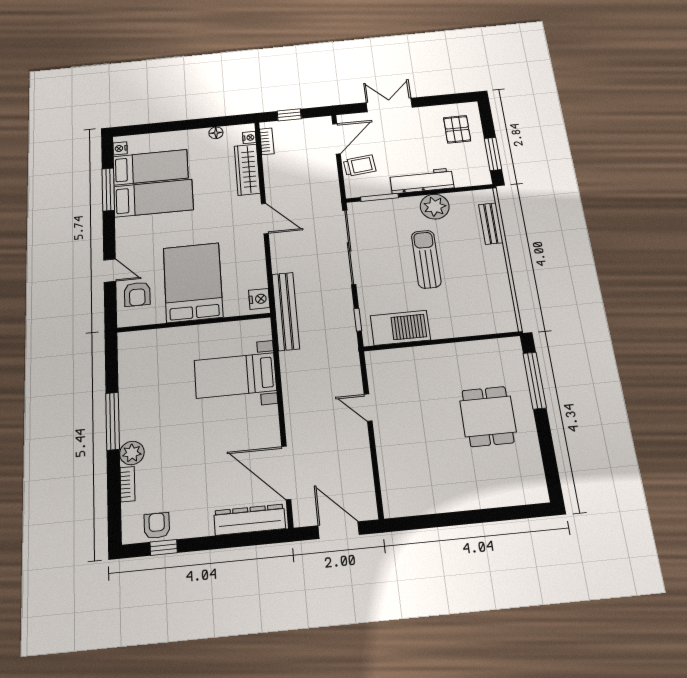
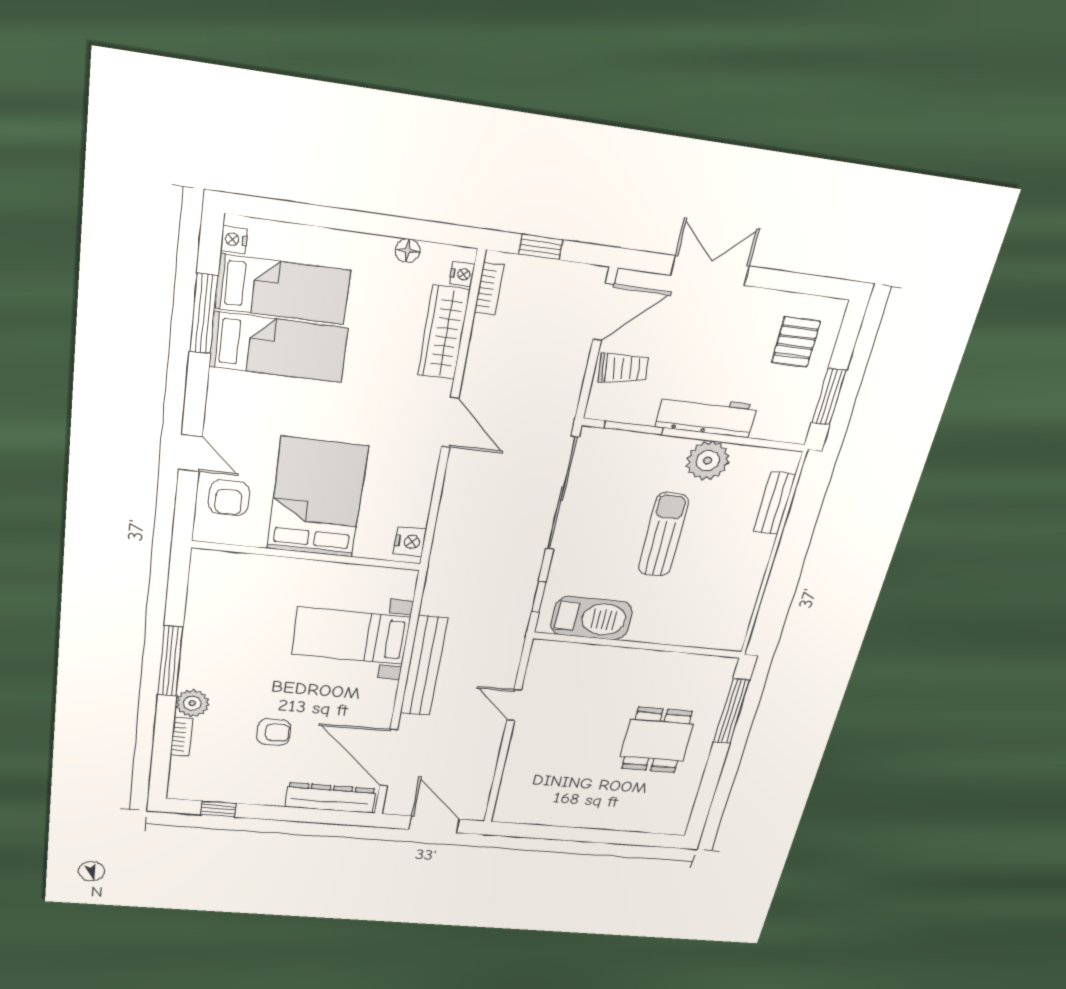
bench: (286, 311) -> (424, 666), moved
armchair: (157, 526) -> (274, 732), moved, turned 90

